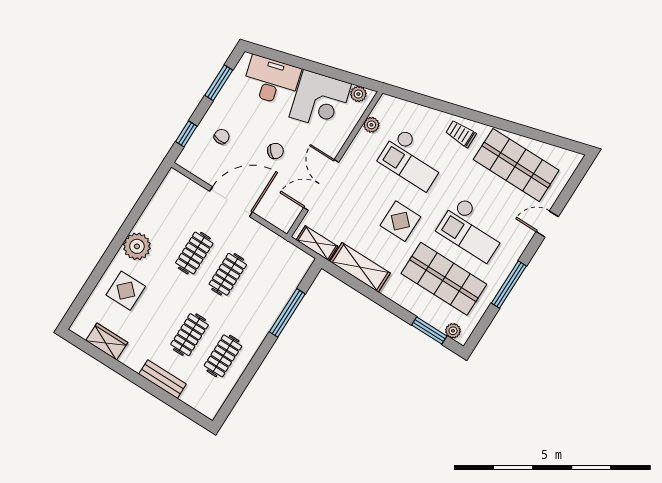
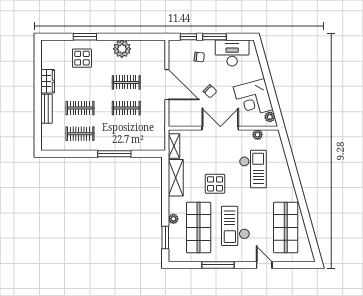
desk: (271, 81) -> (232, 53), moved, turned -75
window: (219, 83) -> (215, 37), moved
trolley: (461, 134) -> (284, 187), removed
checkout: (412, 159) -> (253, 169), turned 180
double door: (321, 185) -> (220, 128), moved
plant: (137, 246) -> (122, 49), moved
window: (100, 269) -> (85, 37), added
window: (287, 313) -> (114, 154), moved
plant: (453, 331) -> (173, 219), moved
wardrobe: (107, 341) -> (48, 81), moved

